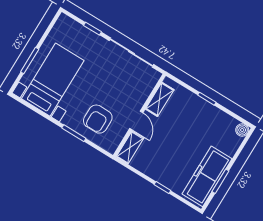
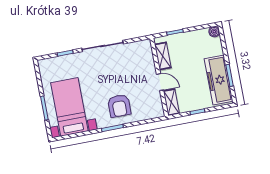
shelving: (160, 99) -> (163, 56), moved
wall: (139, 115) -> (159, 77), moved
door: (136, 120) -> (160, 82), moved
shelving: (130, 147) -> (171, 102), moved

